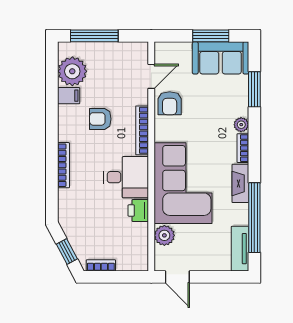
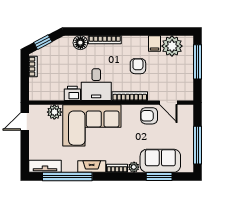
window: (211, 36) -> (197, 145), width x1.44
sofa: (221, 58) -> (160, 161), moved, turned 90
floor lamp: (68, 199) -> (80, 43), added

